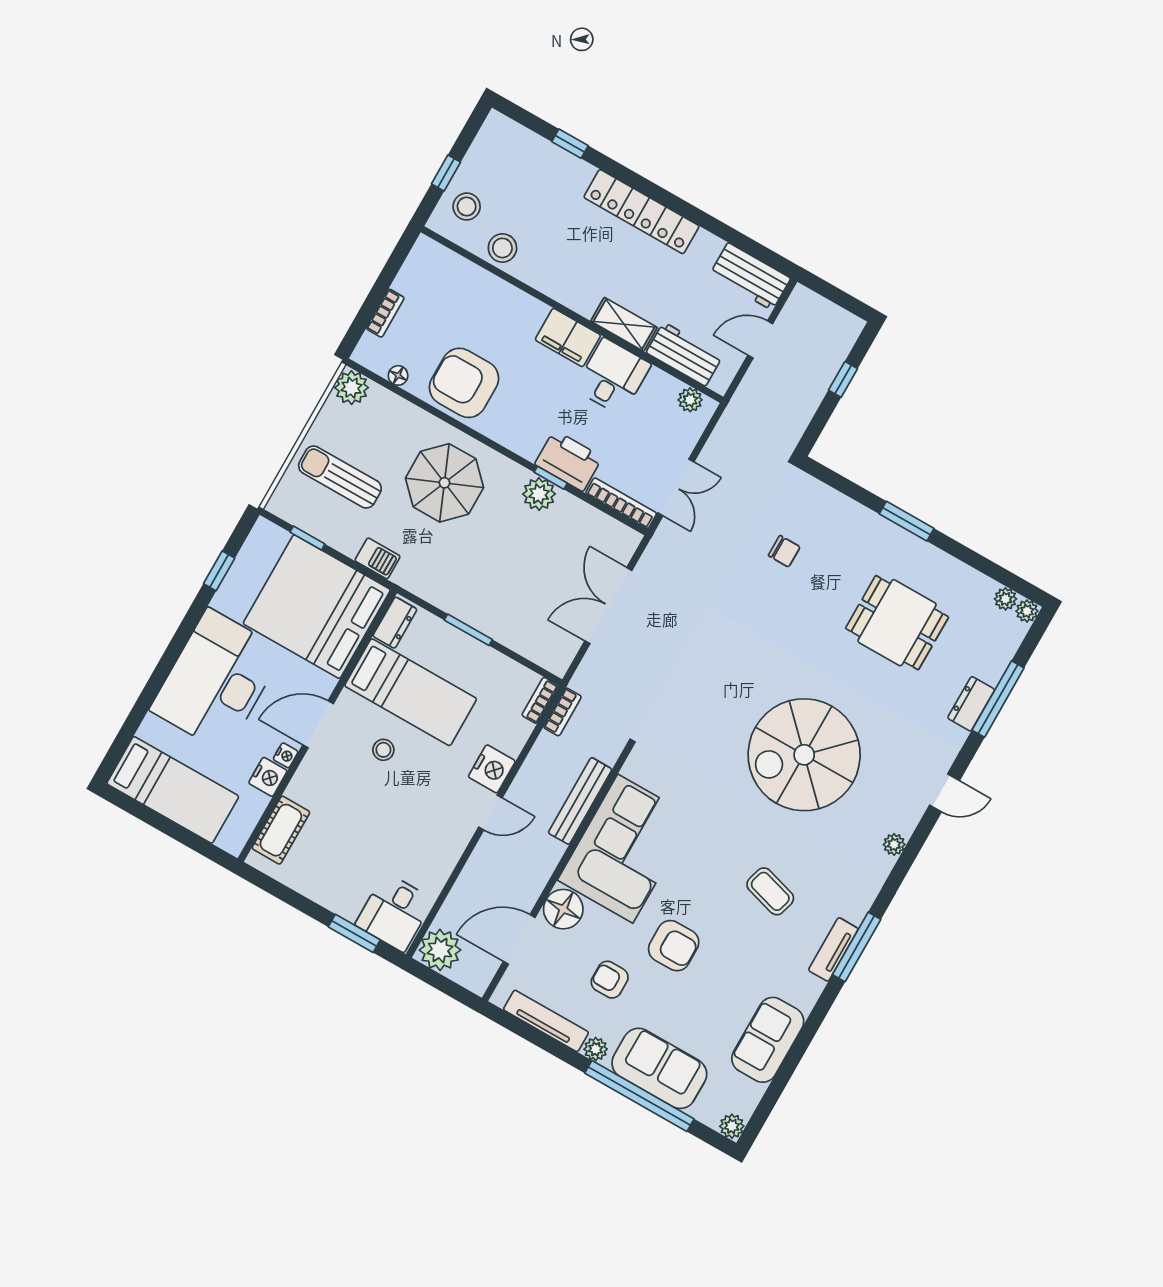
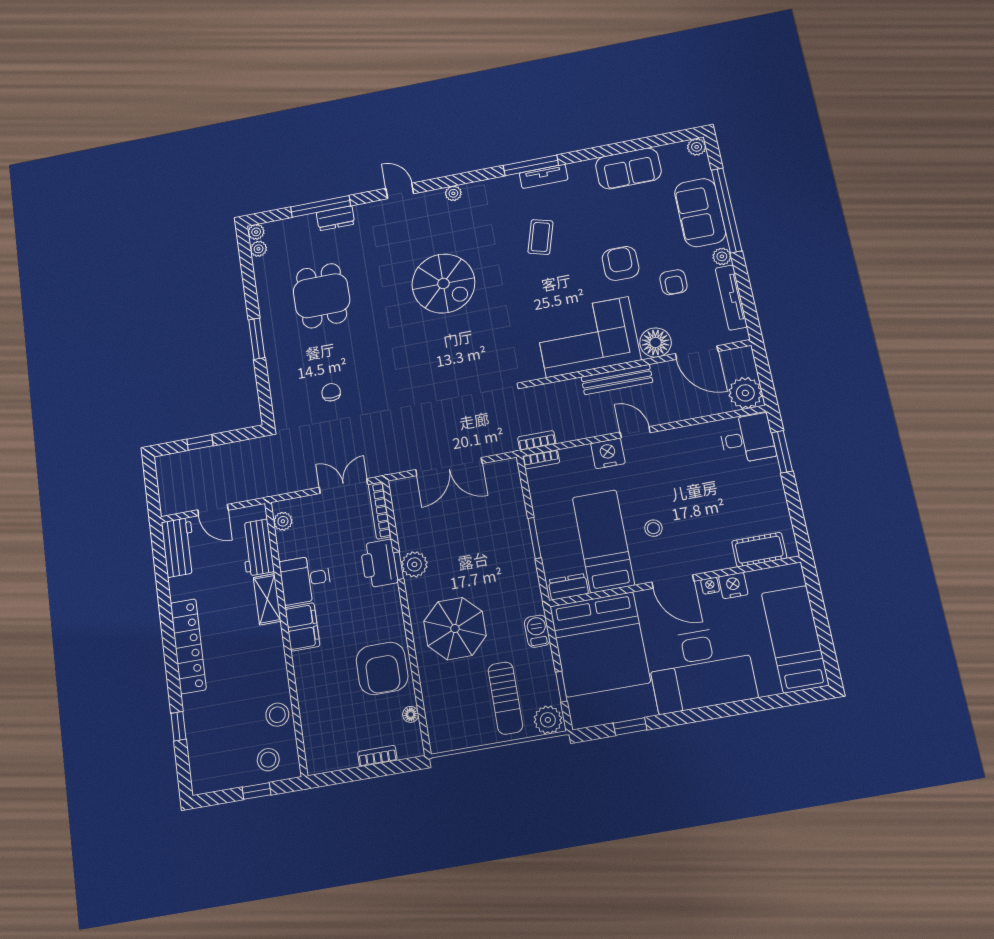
plant: (352, 388) -> (548, 720), moved
spiral stairs: (804, 755) -> (443, 283), width x0.73, depth x0.73
bench: (580, 801) -> (617, 380), moved

